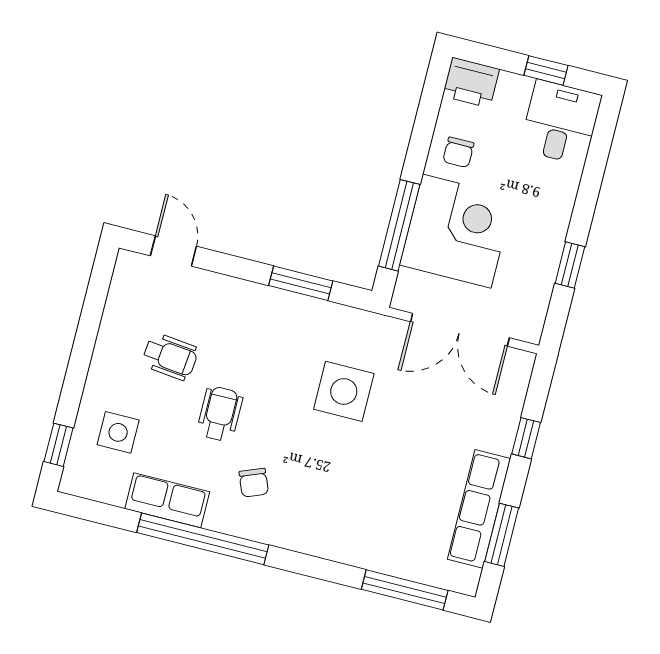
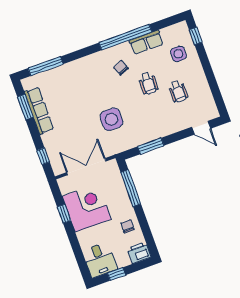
corner desk: (457, 231) -> (87, 208), moved, turned 180
wheelchair: (170, 357) -> (178, 91), turned -96
window: (526, 438) -> (43, 156), moved

